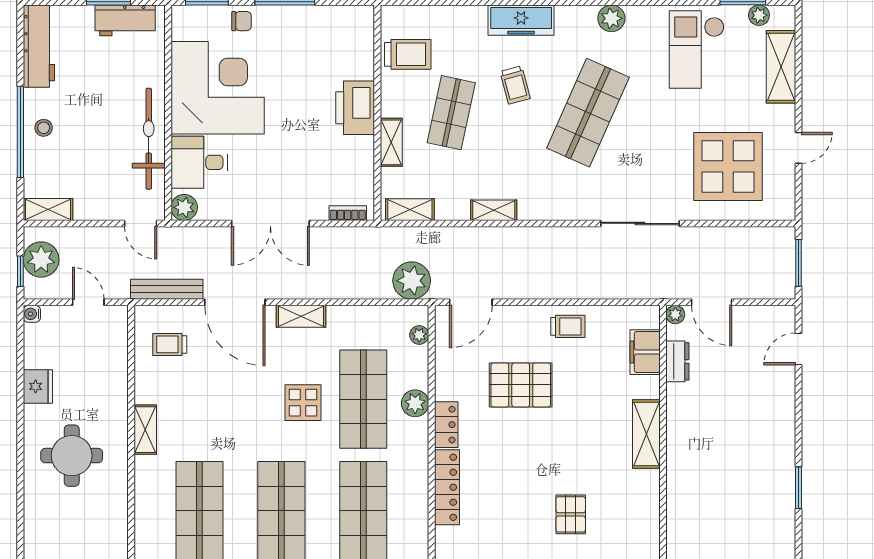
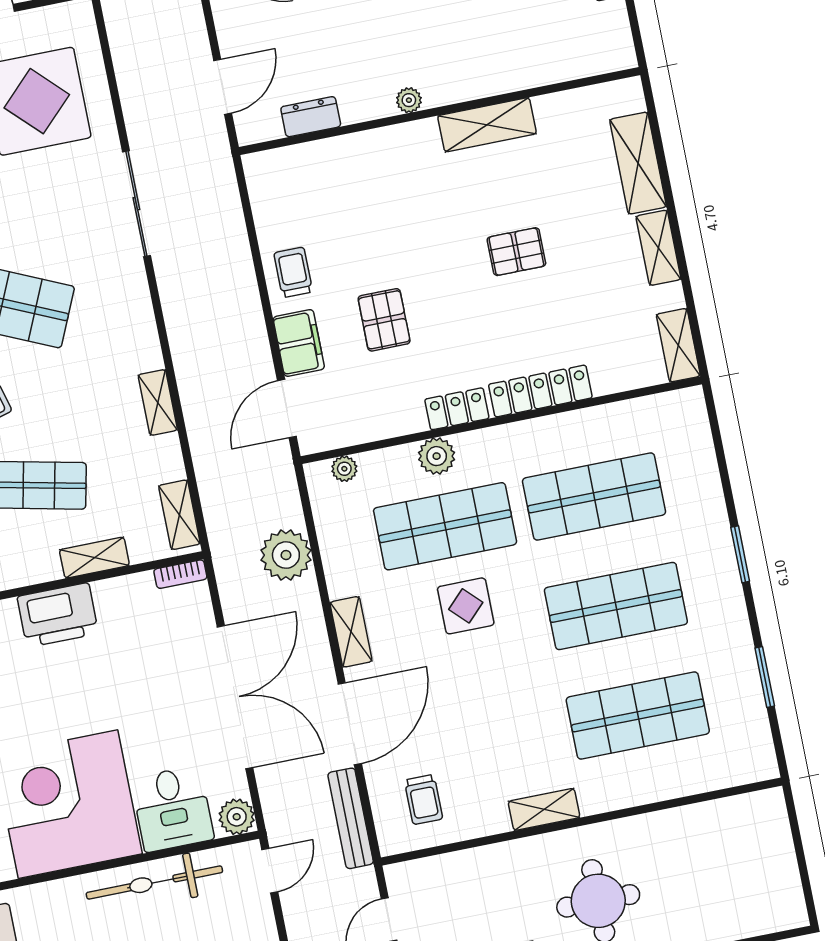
bookcase: (348, 213) -> (180, 574), moved, turned -90
double door: (270, 223) -> (235, 697), width x1.36
plant: (412, 281) -> (286, 555), moved
door: (471, 302) -> (287, 409), swing flipped
plant: (675, 315) -> (409, 100), moved
filing cabinet: (645, 352) -> (299, 343), moved, turned -90
pallet: (521, 385) -> (384, 320), width x0.67, depth x0.71
shelving: (646, 434) -> (487, 125), moved
pallet: (571, 514) -> (516, 252), moved

